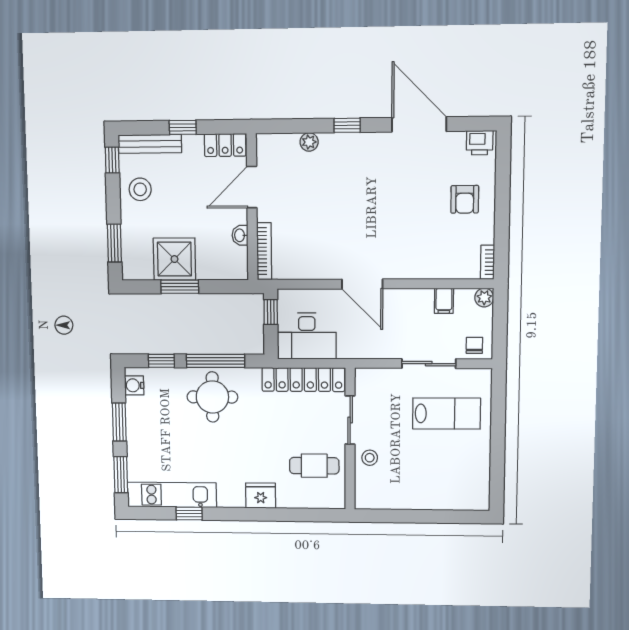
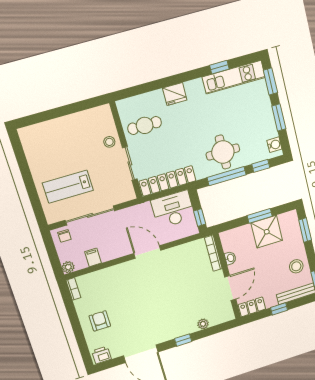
sliding door: (429, 364) -> (90, 215), width x1.37

